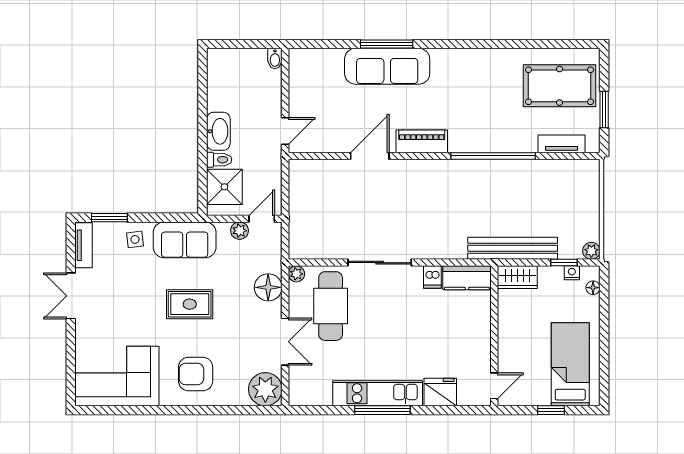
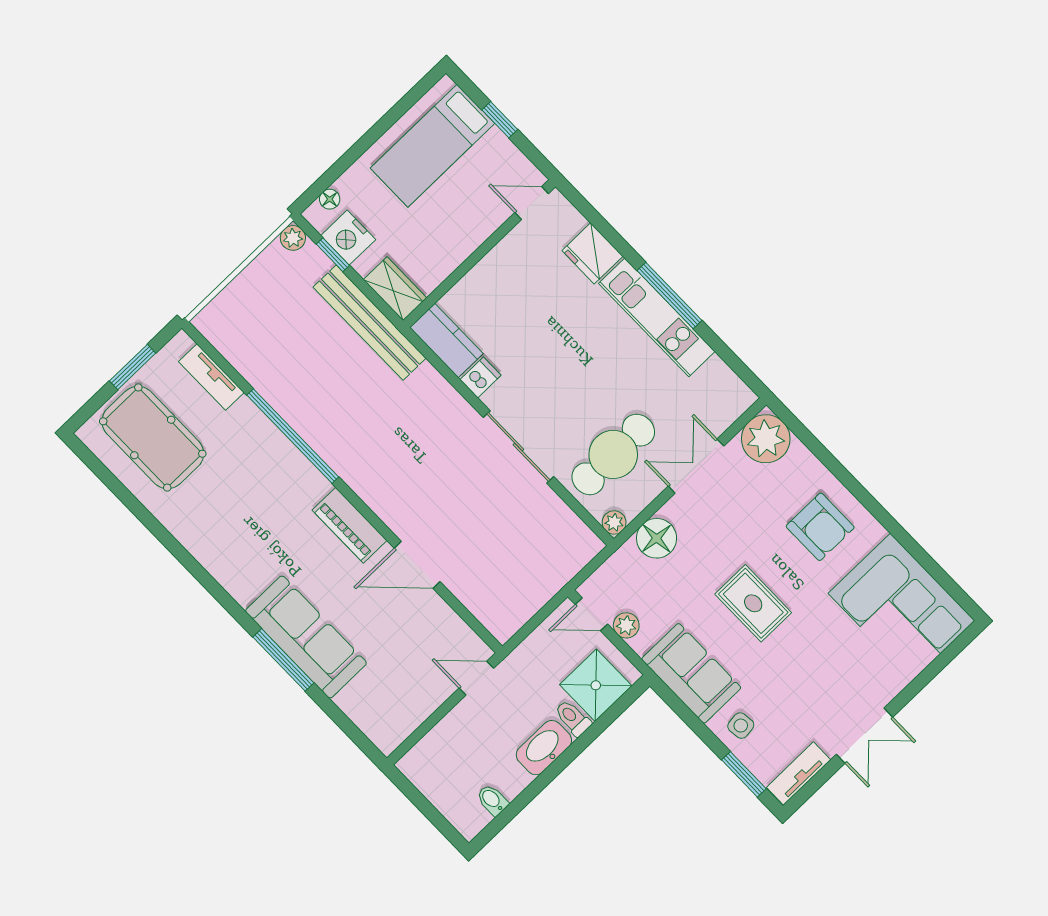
bidet: (275, 59) -> (492, 800), moved, turned -90
nightstand: (572, 273) -> (348, 238), width x1.89, depth x1.79

